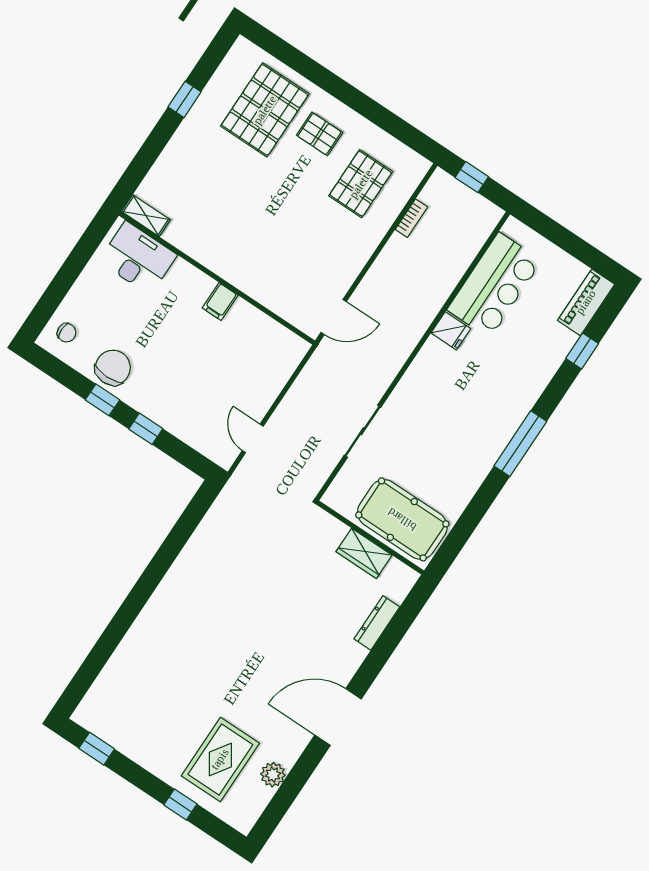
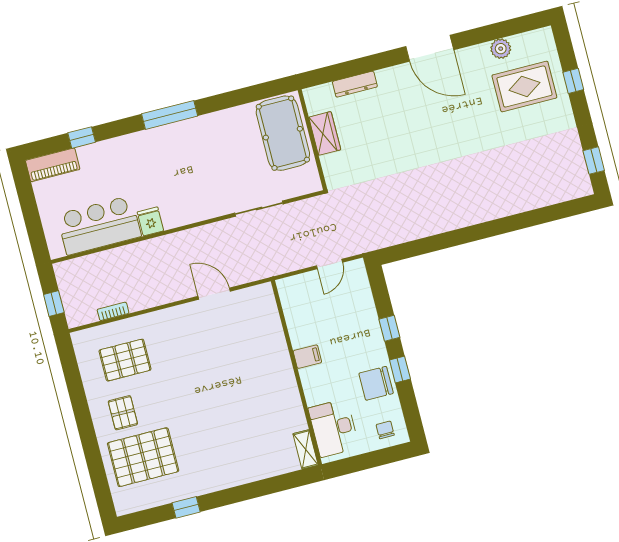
shelving: (146, 216) -> (306, 449), moved
desk: (138, 258) -> (334, 428), moved
wall: (217, 278) -> (297, 373), moved
filing cabinet: (220, 302) -> (307, 357), moved

